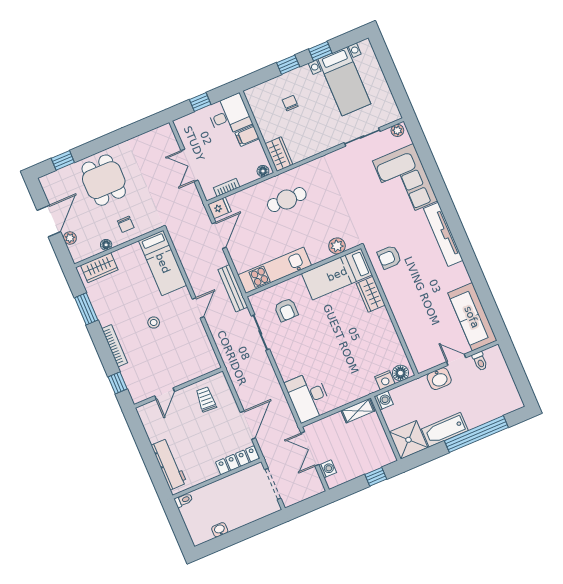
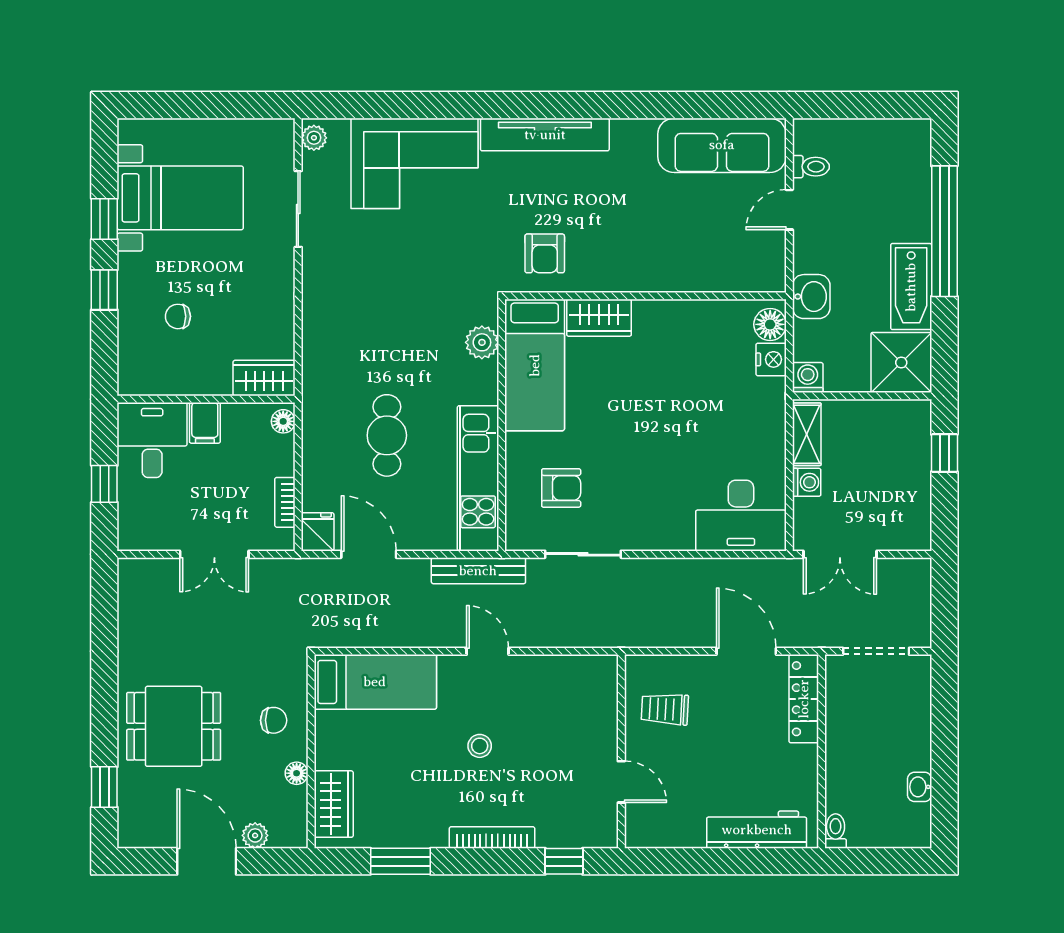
cafe table: (287, 200) -> (387, 435), moved
washbasin: (439, 379) -> (811, 297), moved
washing machine: (327, 469) -> (807, 482), moved, turned 90

